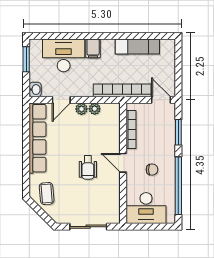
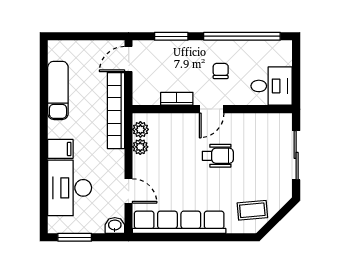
plant: (81, 109) -> (140, 129), moved
bookcase: (131, 130) -> (177, 99), width x0.64
desk: (146, 208) -> (272, 86), width x0.73

